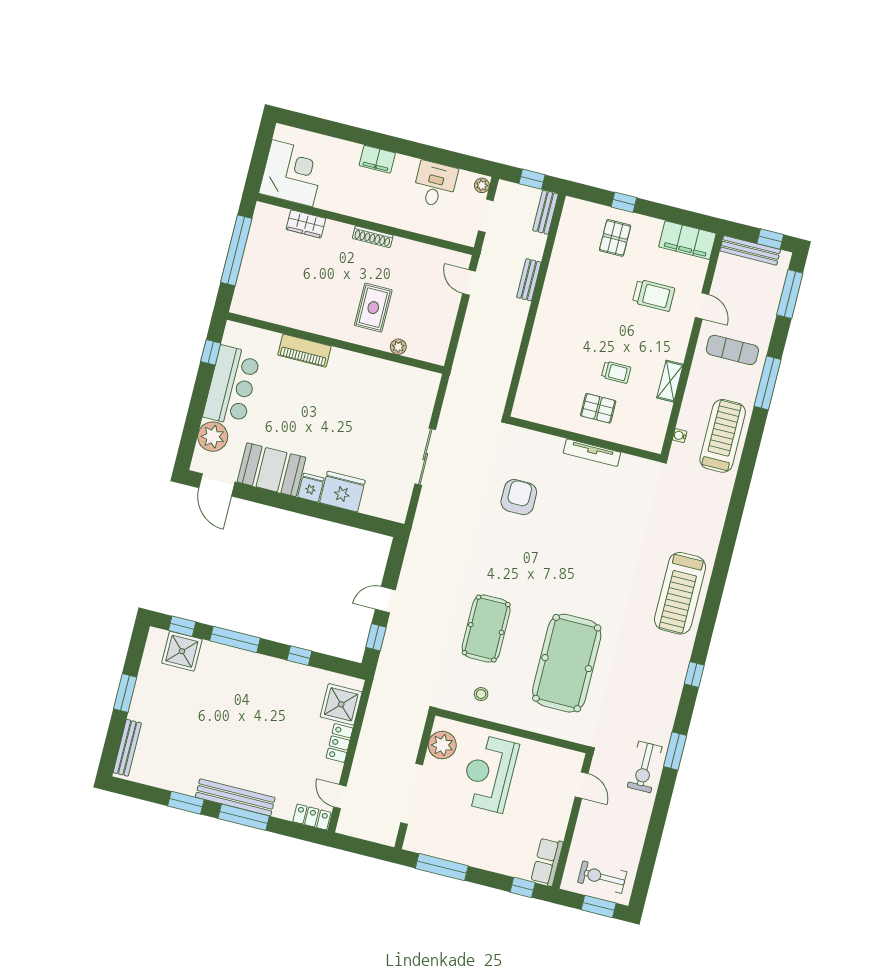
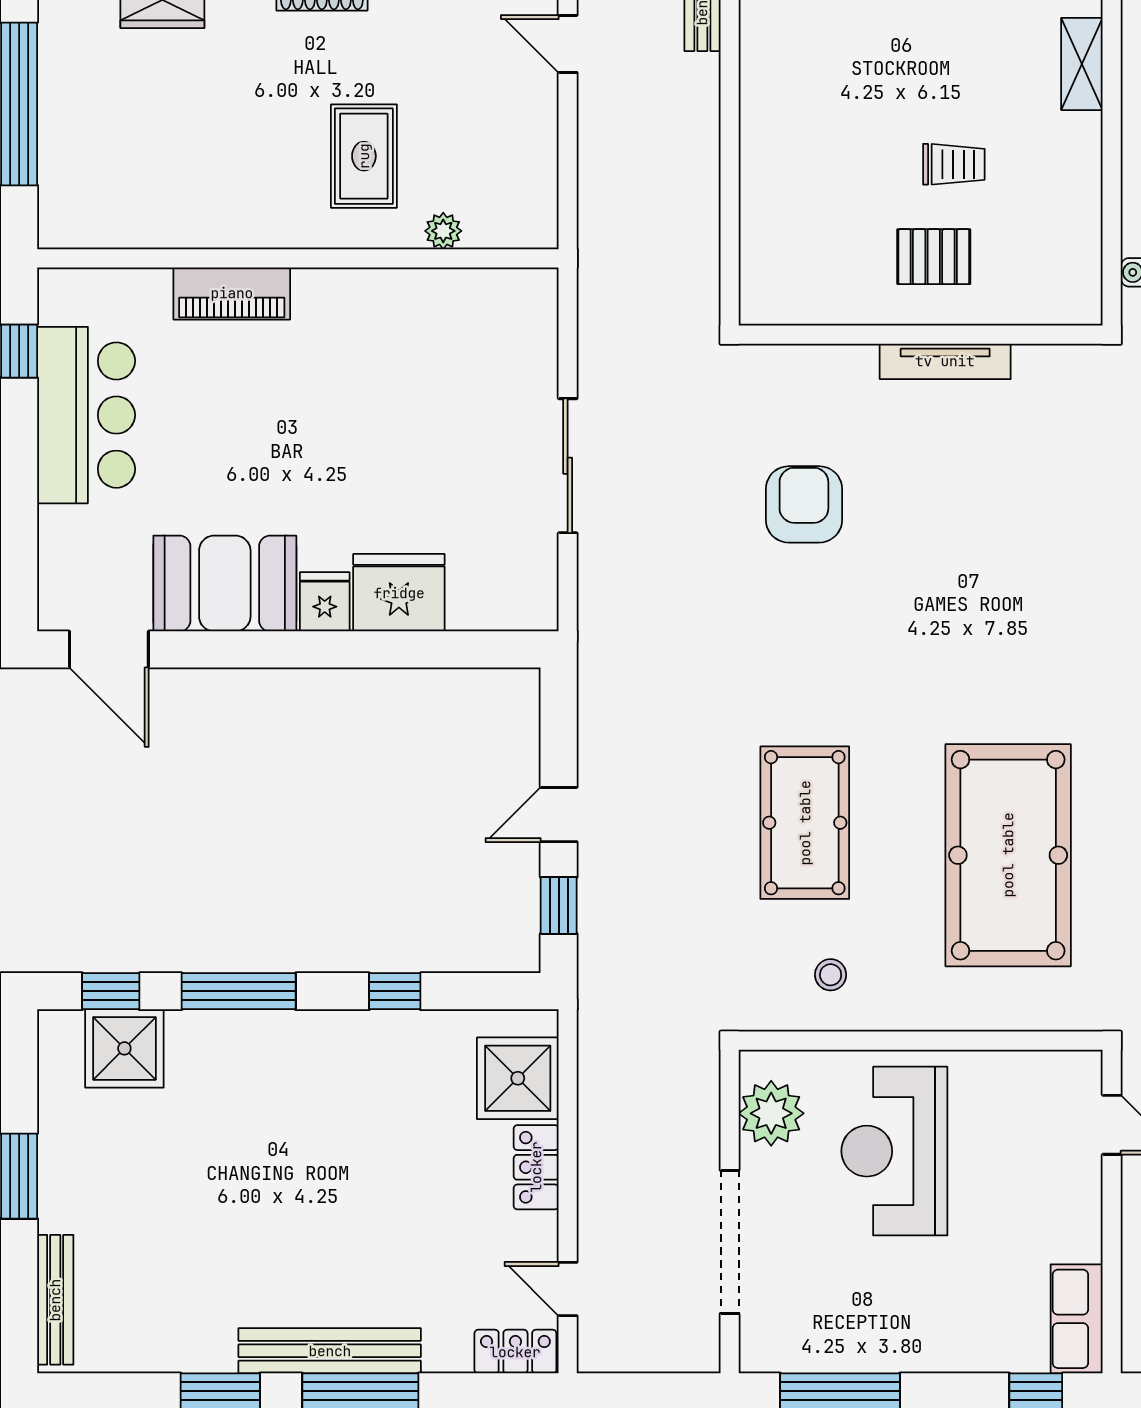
shelving: (670, 381) -> (1082, 64), moved
plant: (213, 437) -> (72, 542), removed

